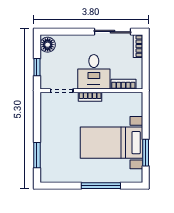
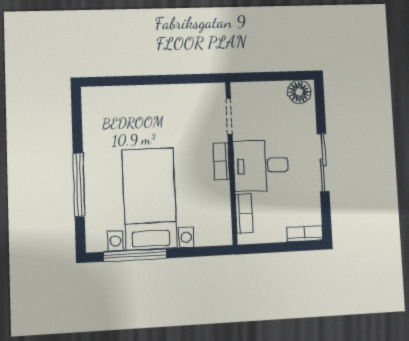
sliding door: (113, 32) -> (323, 162), moved
window: (37, 67) -> (264, 77), removed
window: (146, 153) -> (135, 255), width x1.44
window: (37, 155) -> (125, 81), removed

